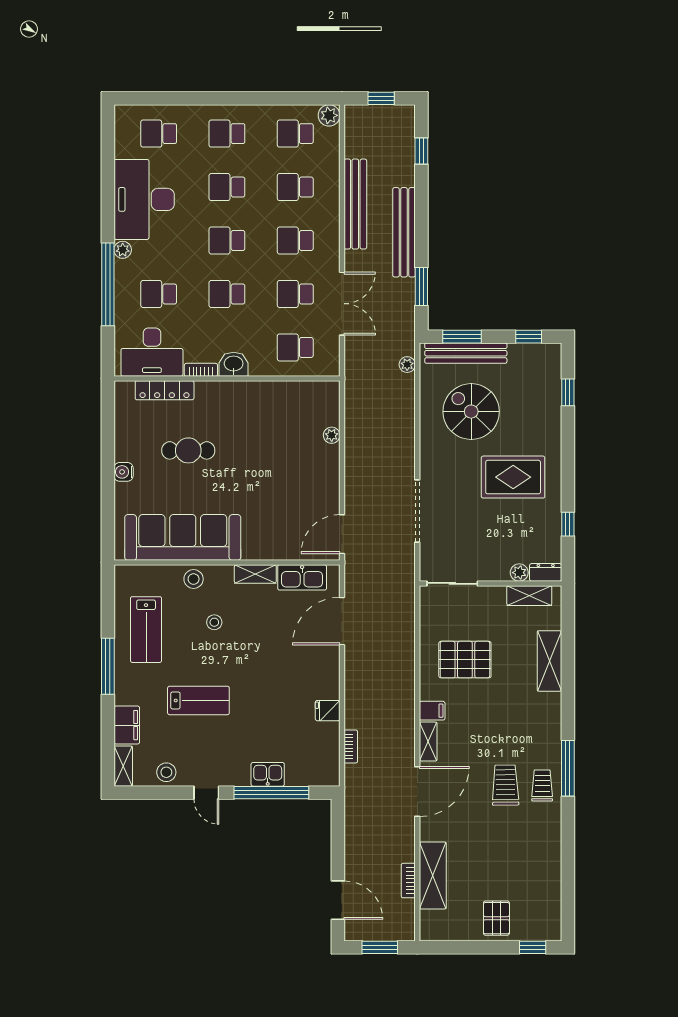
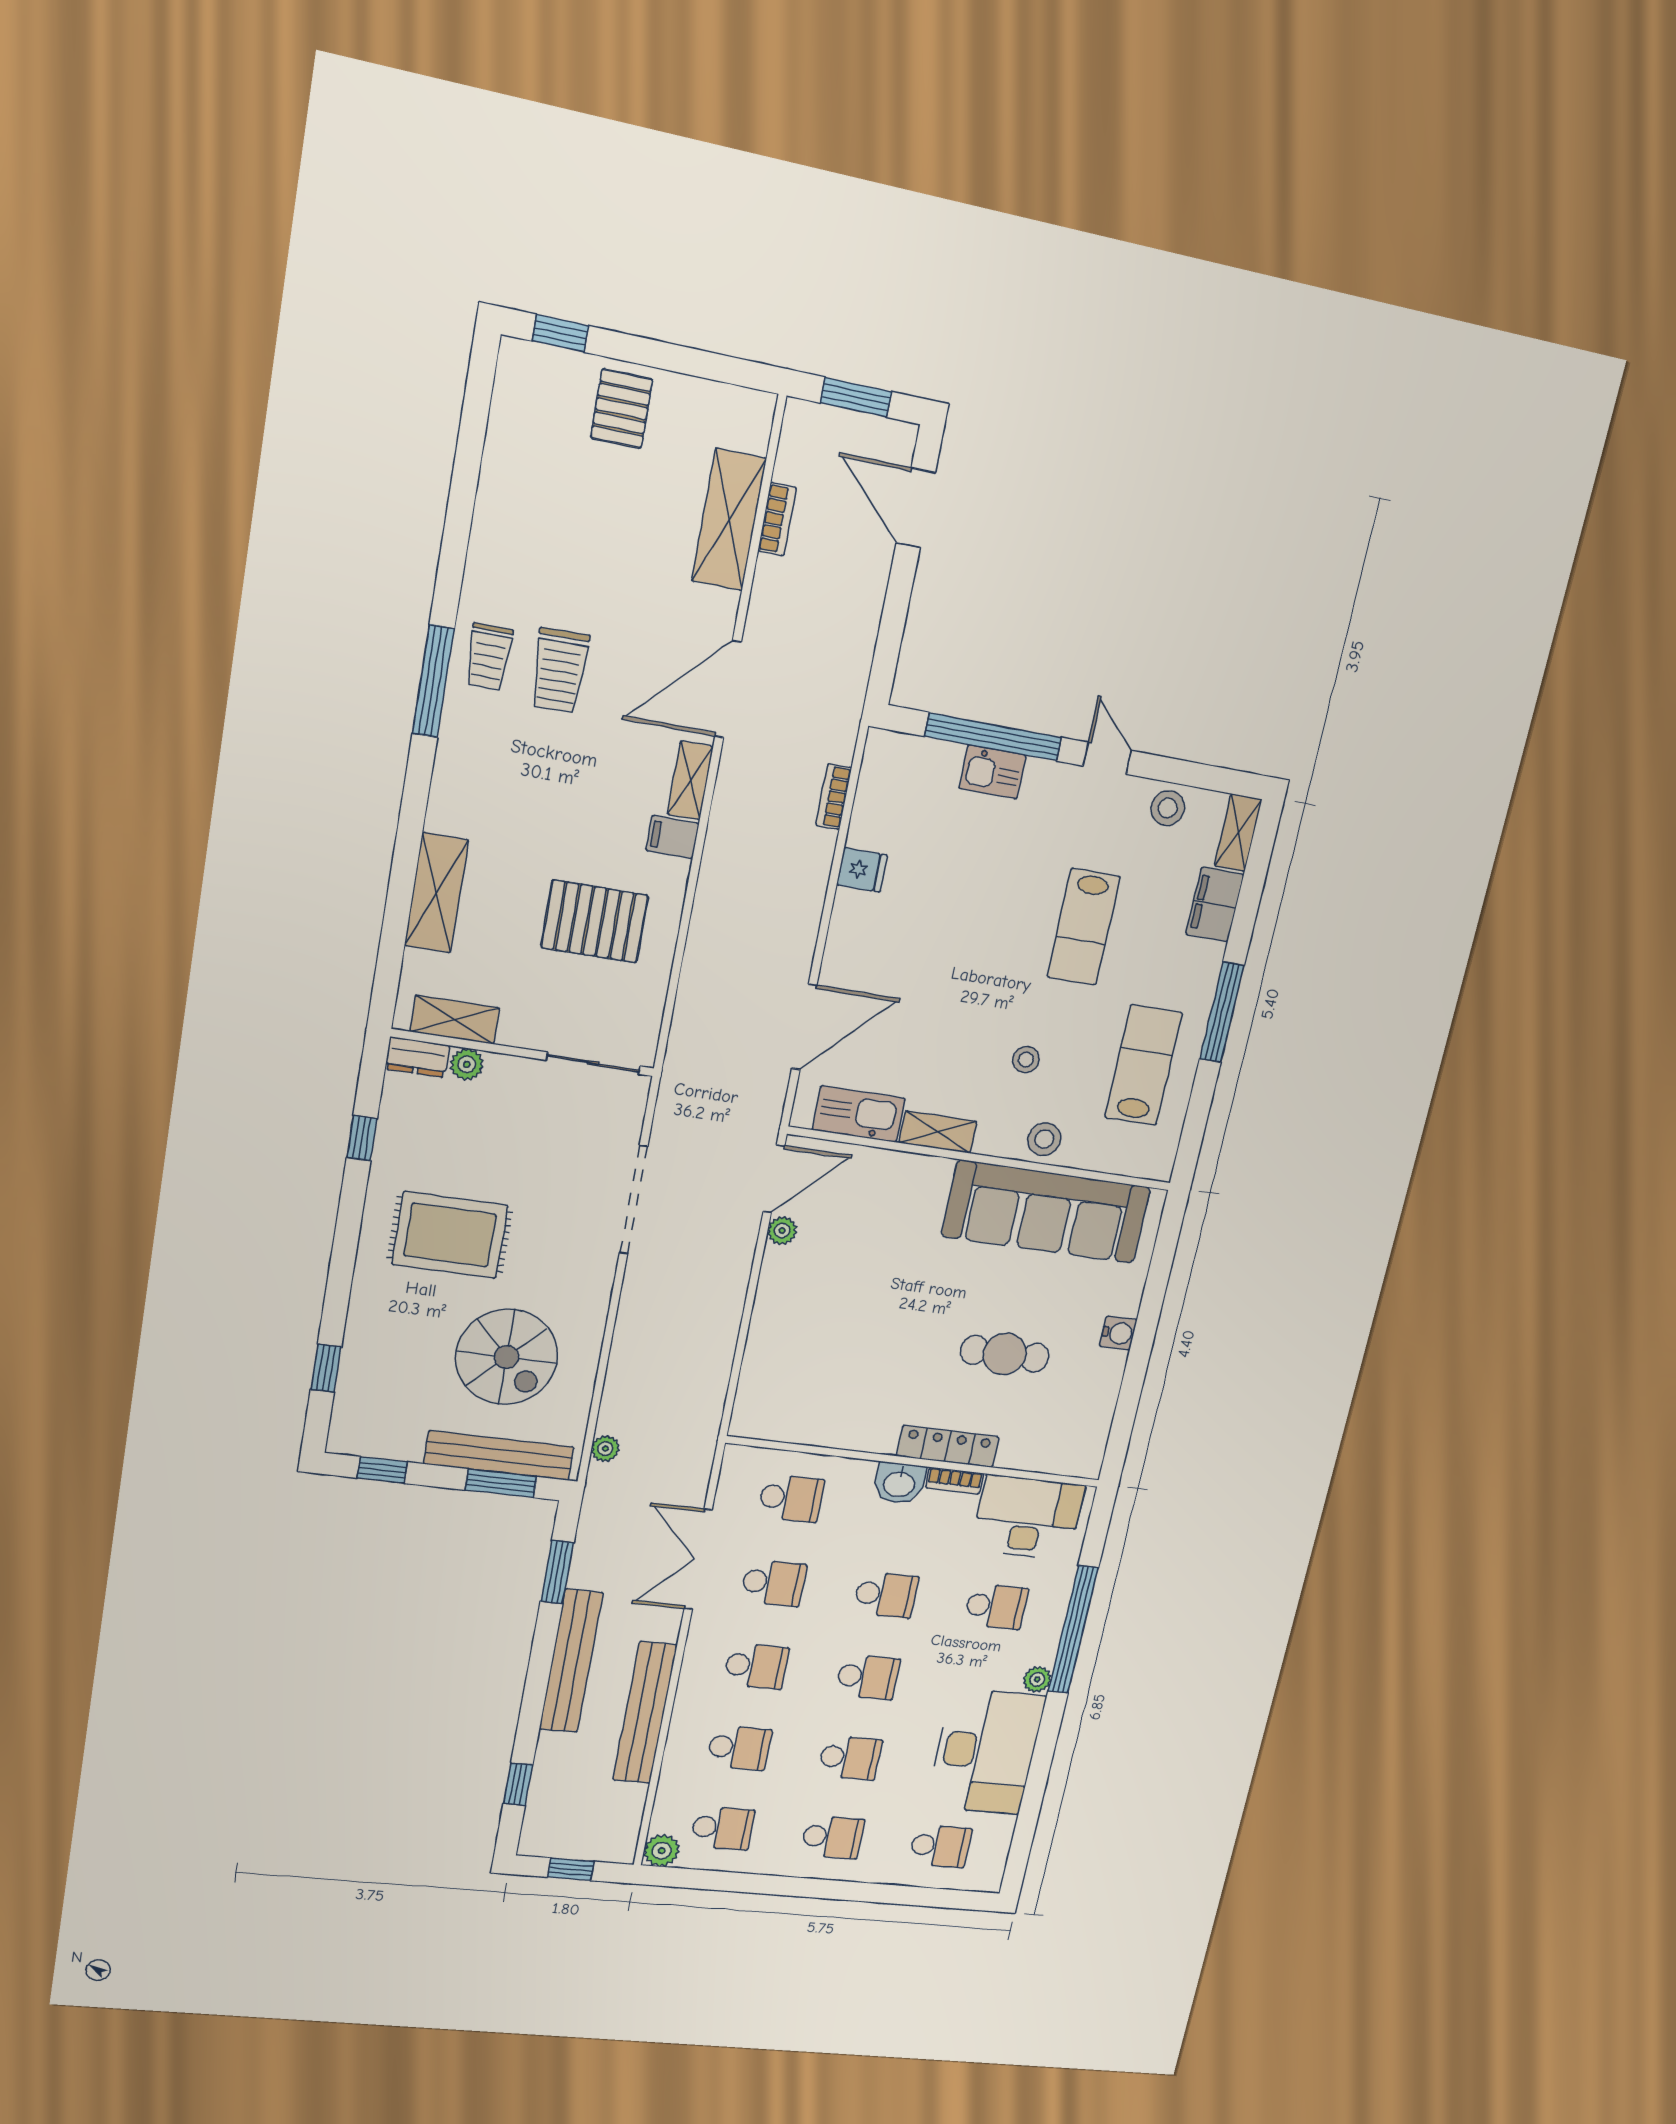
locker: (165, 390) -> (948, 1446), moved
plant: (332, 435) -> (782, 1231), moved
lab bench: (198, 700) -> (1084, 927), turned -90

